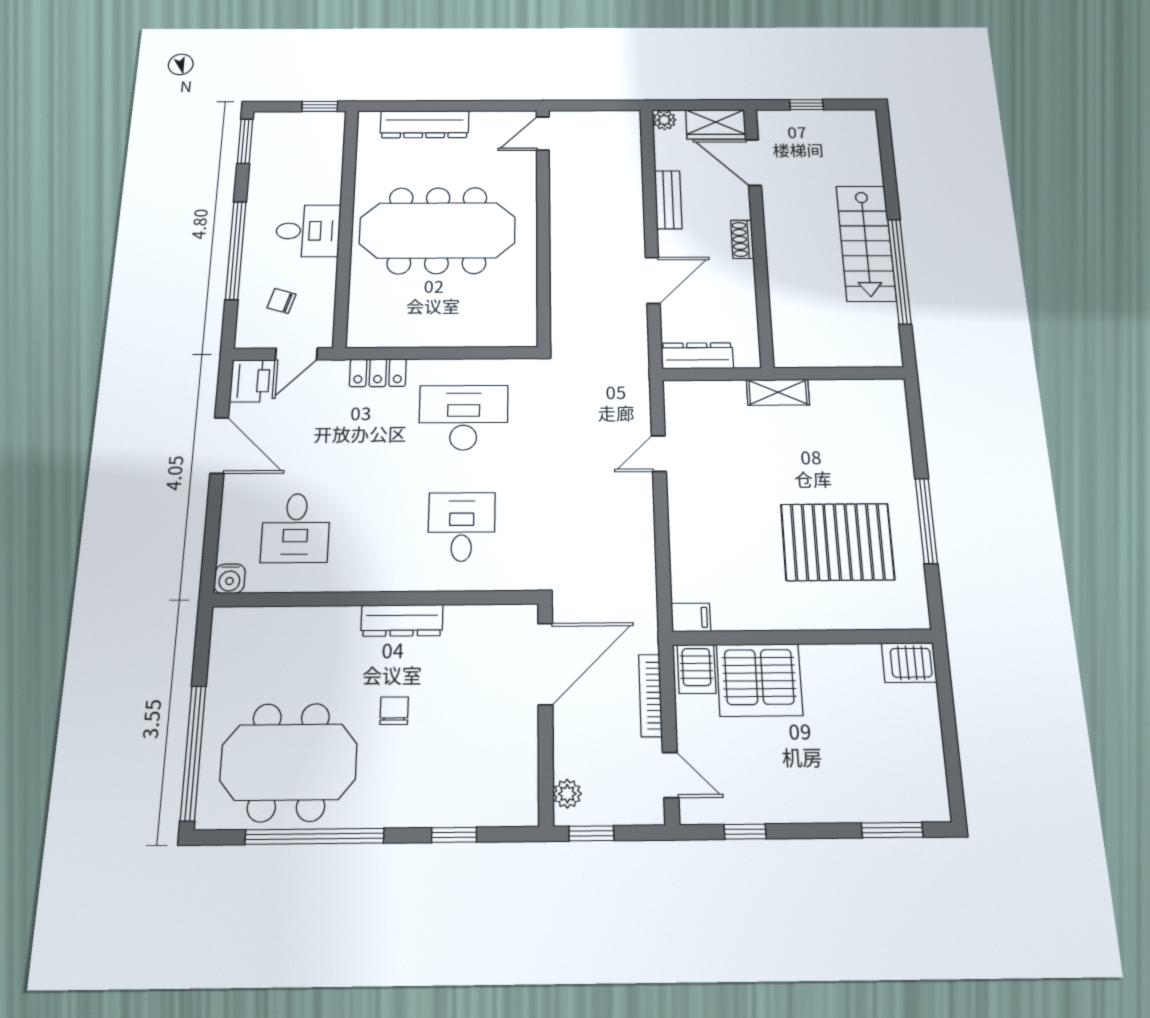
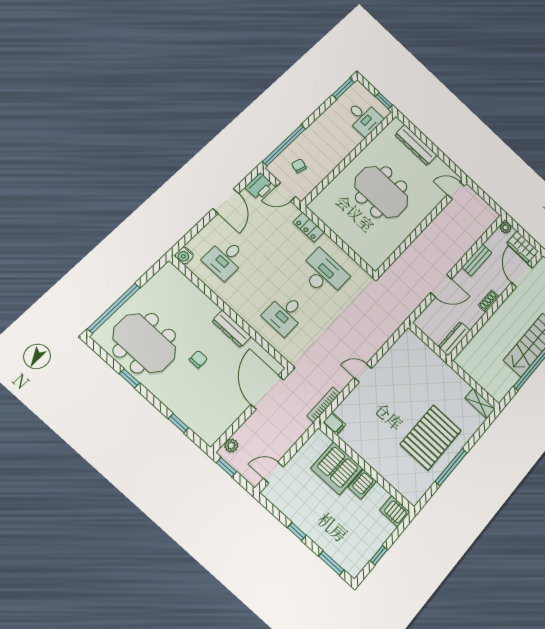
meeting table: (437, 230) -> (381, 192), width x0.73
desk: (308, 231) -> (364, 118), moved
window: (236, 250) -> (284, 145), moved
dresser: (697, 356) -> (454, 339), moved, turned -90
shelving: (778, 392) -> (480, 403), moved
door: (659, 454) -> (363, 373), moved
desk: (462, 527) -> (285, 314), turned 180
pallet: (837, 542) -> (431, 437), moved, turned 90
door: (545, 664) -> (267, 392), swing flipped
server rack: (696, 669) -> (362, 484), moved
bookcase: (650, 695) -> (324, 405), moved
window: (951, 751) -> (379, 555), added
door: (671, 775) -> (273, 473), swing flipped
window: (745, 832) -> (297, 531), moved
window: (315, 836) -> (129, 378), width x0.32

